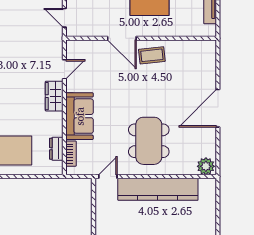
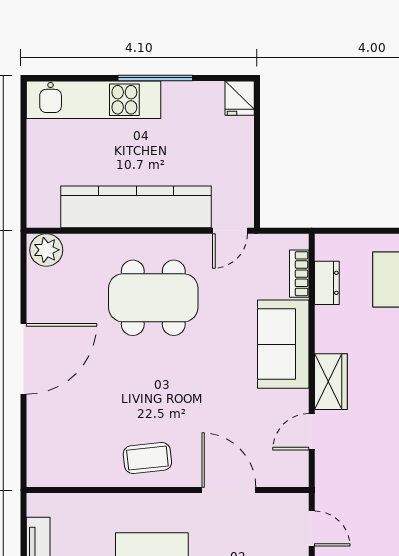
door: (122, 38) -> (229, 490), moved
dining table: (149, 141) -> (153, 298), turned 90

